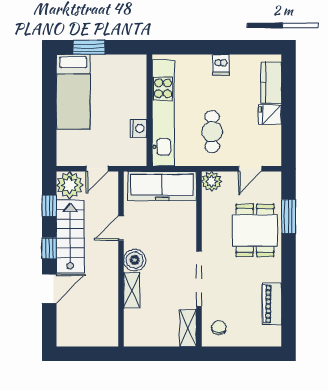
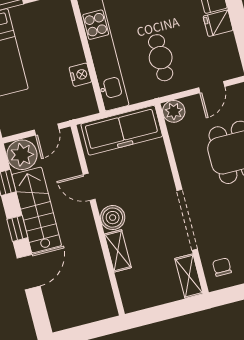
door: (121, 228) -> (89, 187), hinge flipped

